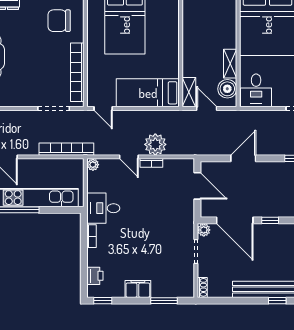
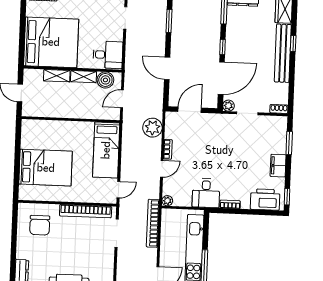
shelving: (189, 92) -> (57, 76), moved
plant: (155, 144) -> (152, 128), moved
printer: (95, 276) -> (265, 199), width x1.87, depth x1.48

